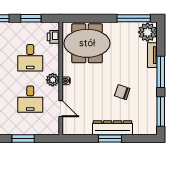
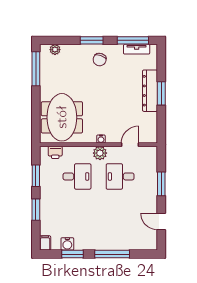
plant: (148, 32) -> (55, 50), width x0.53, depth x0.53
tv unit: (152, 55) -> (137, 49), moved
window: (161, 72) -> (92, 40), width x0.69
chair: (122, 92) -> (100, 60), moved
desk: (30, 99) -> (120, 176), turned 180

